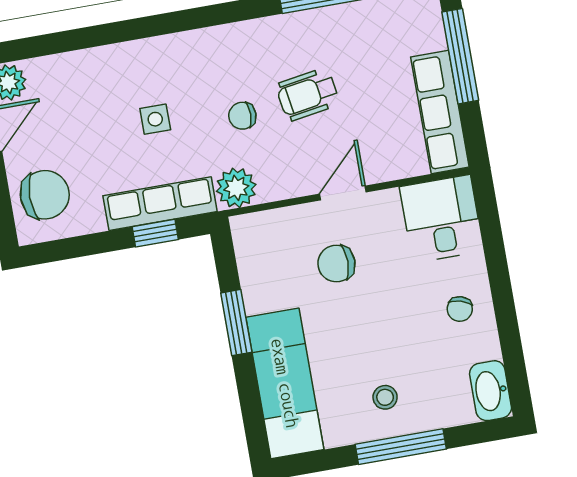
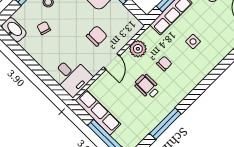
wheelchair: (308, 94) -> (147, 86), turned -81
plant: (236, 188) -> (138, 49), moved
chair: (460, 309) -> (44, 28), moved

